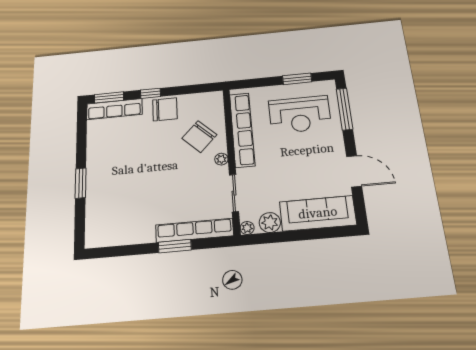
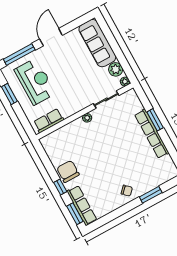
row of seats: (242, 130) -> (49, 121), width x0.50
chair: (199, 137) -> (127, 191), moved, width x0.54, depth x0.54
door: (354, 171) -> (51, 37), moved
window: (81, 183) -> (151, 195), moved
row of seats: (194, 230) -> (152, 134), moved

